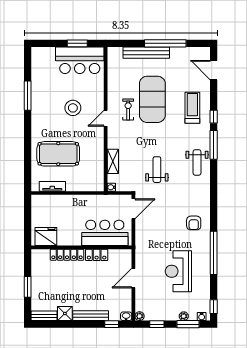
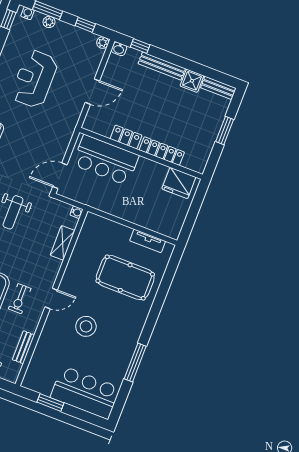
bar counter: (80, 60) -> (85, 393), moved
bench: (112, 76) -> (24, 347), added
reception desk: (178, 271) -> (34, 79), turned 180

